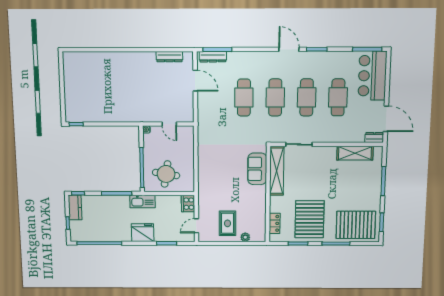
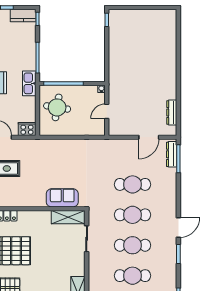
shelving: (277, 171) -> (68, 217), width x0.68

